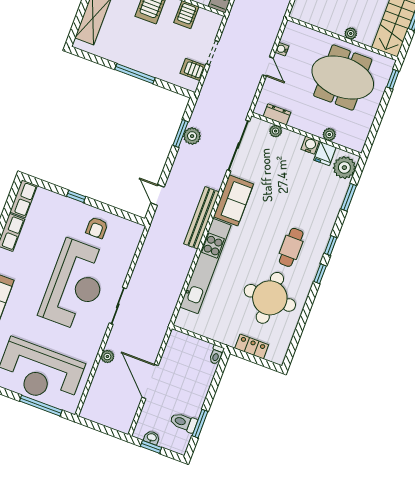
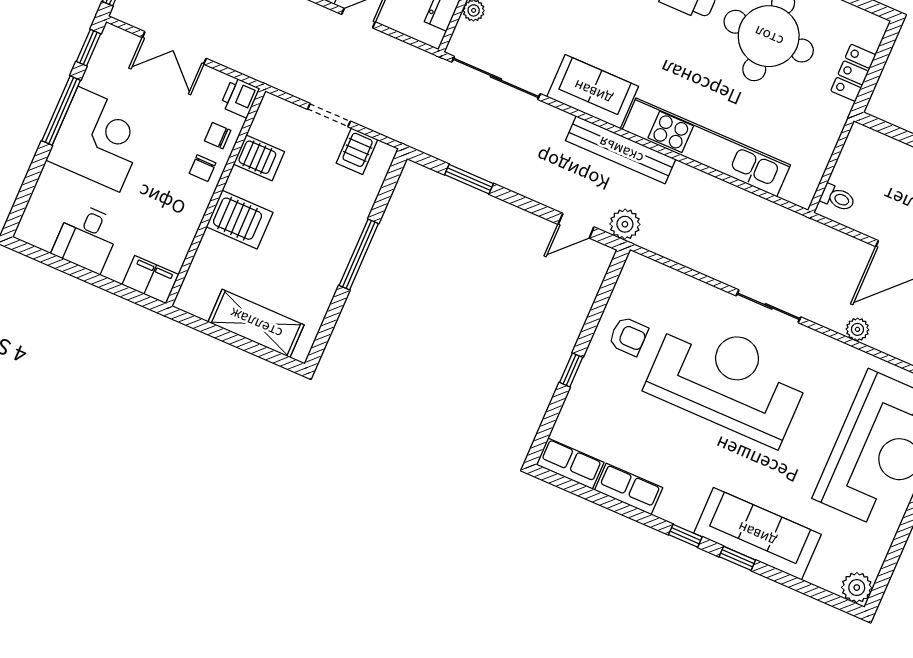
plant: (192, 136) -> (625, 224), moved
toilet: (216, 355) -> (838, 198), moved

